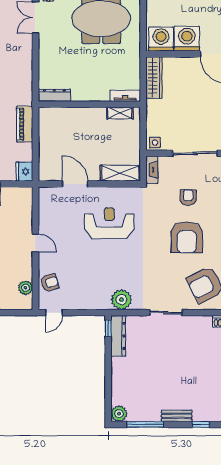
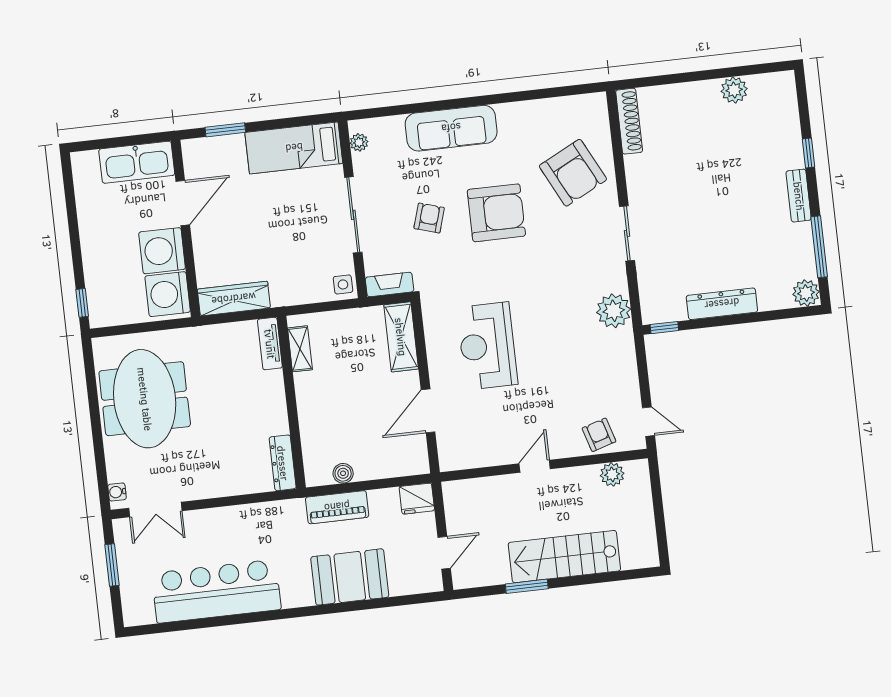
boiler: (44, 130) -> (343, 473), added
armchair: (188, 198) -> (429, 218), turned 107
dresser: (118, 336) -> (722, 304), moved

